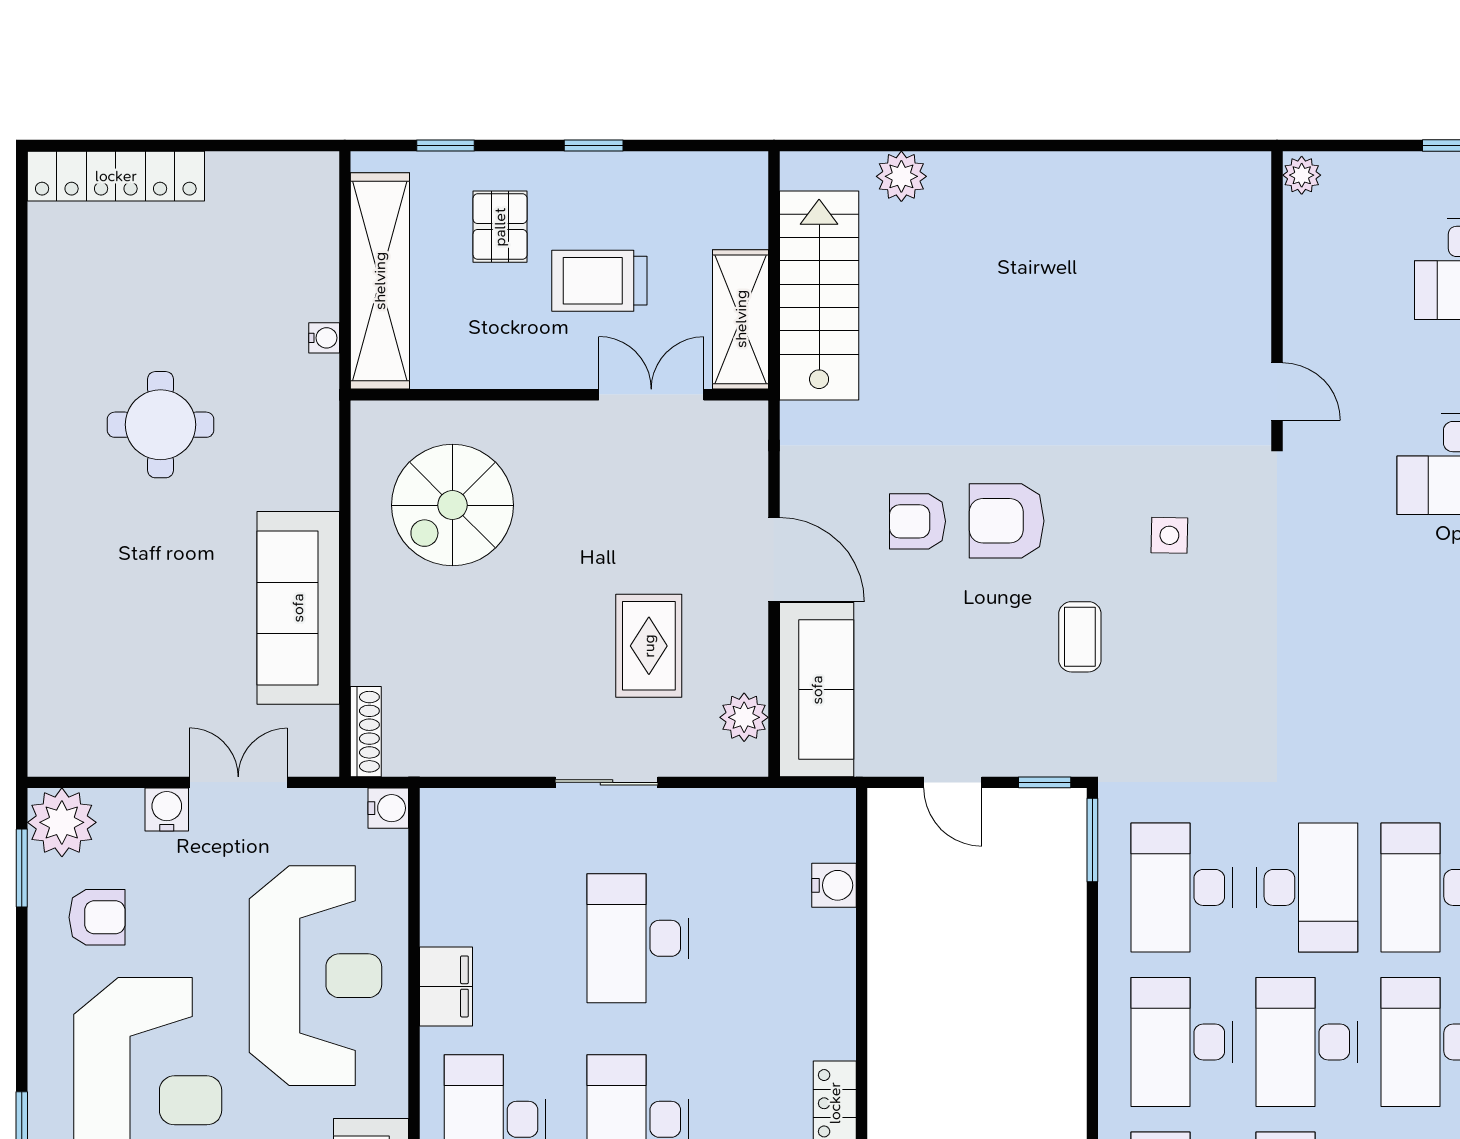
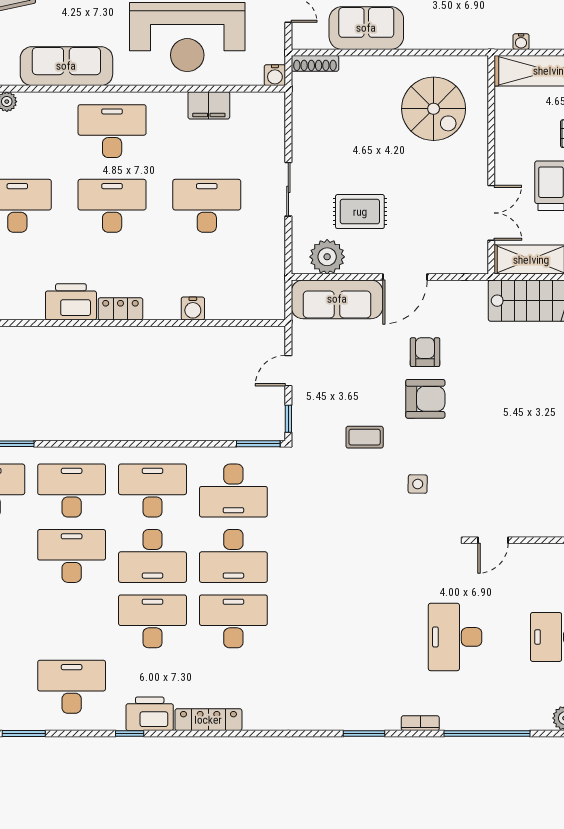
spiral stairs: (452, 505) -> (434, 109), turned 180
armchair: (1007, 521) -> (425, 399), turned 90
sofa: (298, 608) -> (366, 28), width x0.73
plant: (744, 717) -> (327, 257), width x1.36, depth x1.36
water cooler: (834, 885) -> (193, 308), moved
desk: (1182, 887) -> (233, 491), turned 180
filing cabinet: (446, 986) -> (209, 105), moved
desk: (1307, 1042) -> (153, 556), turned 180

